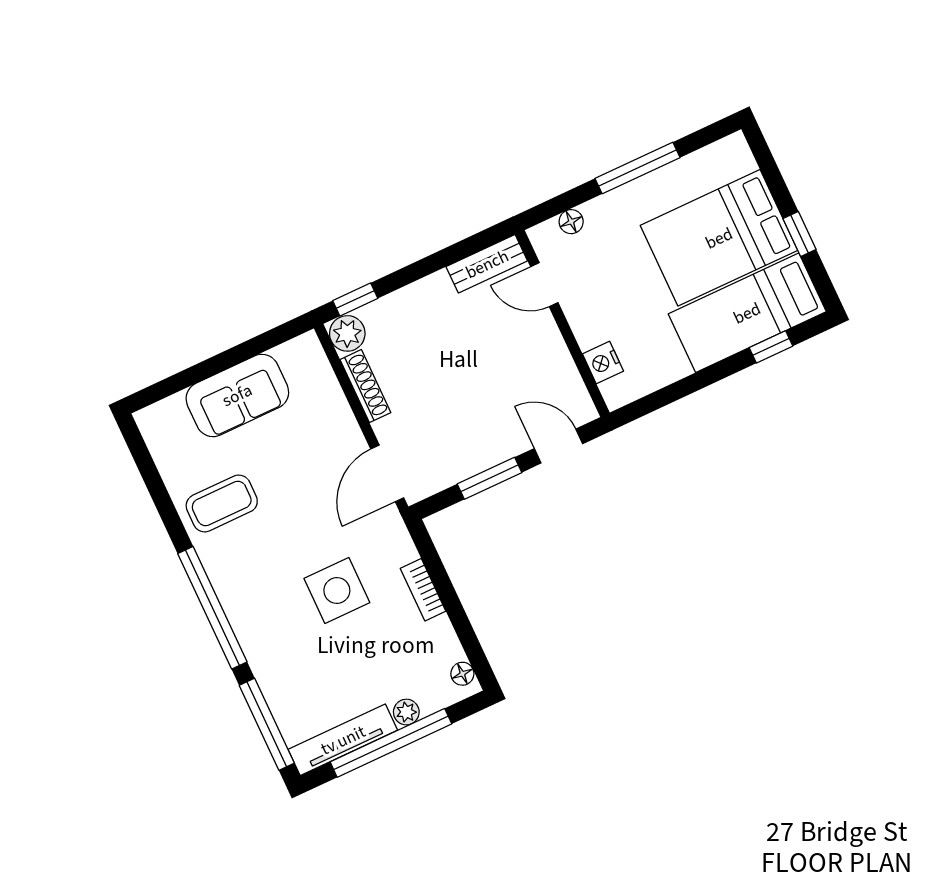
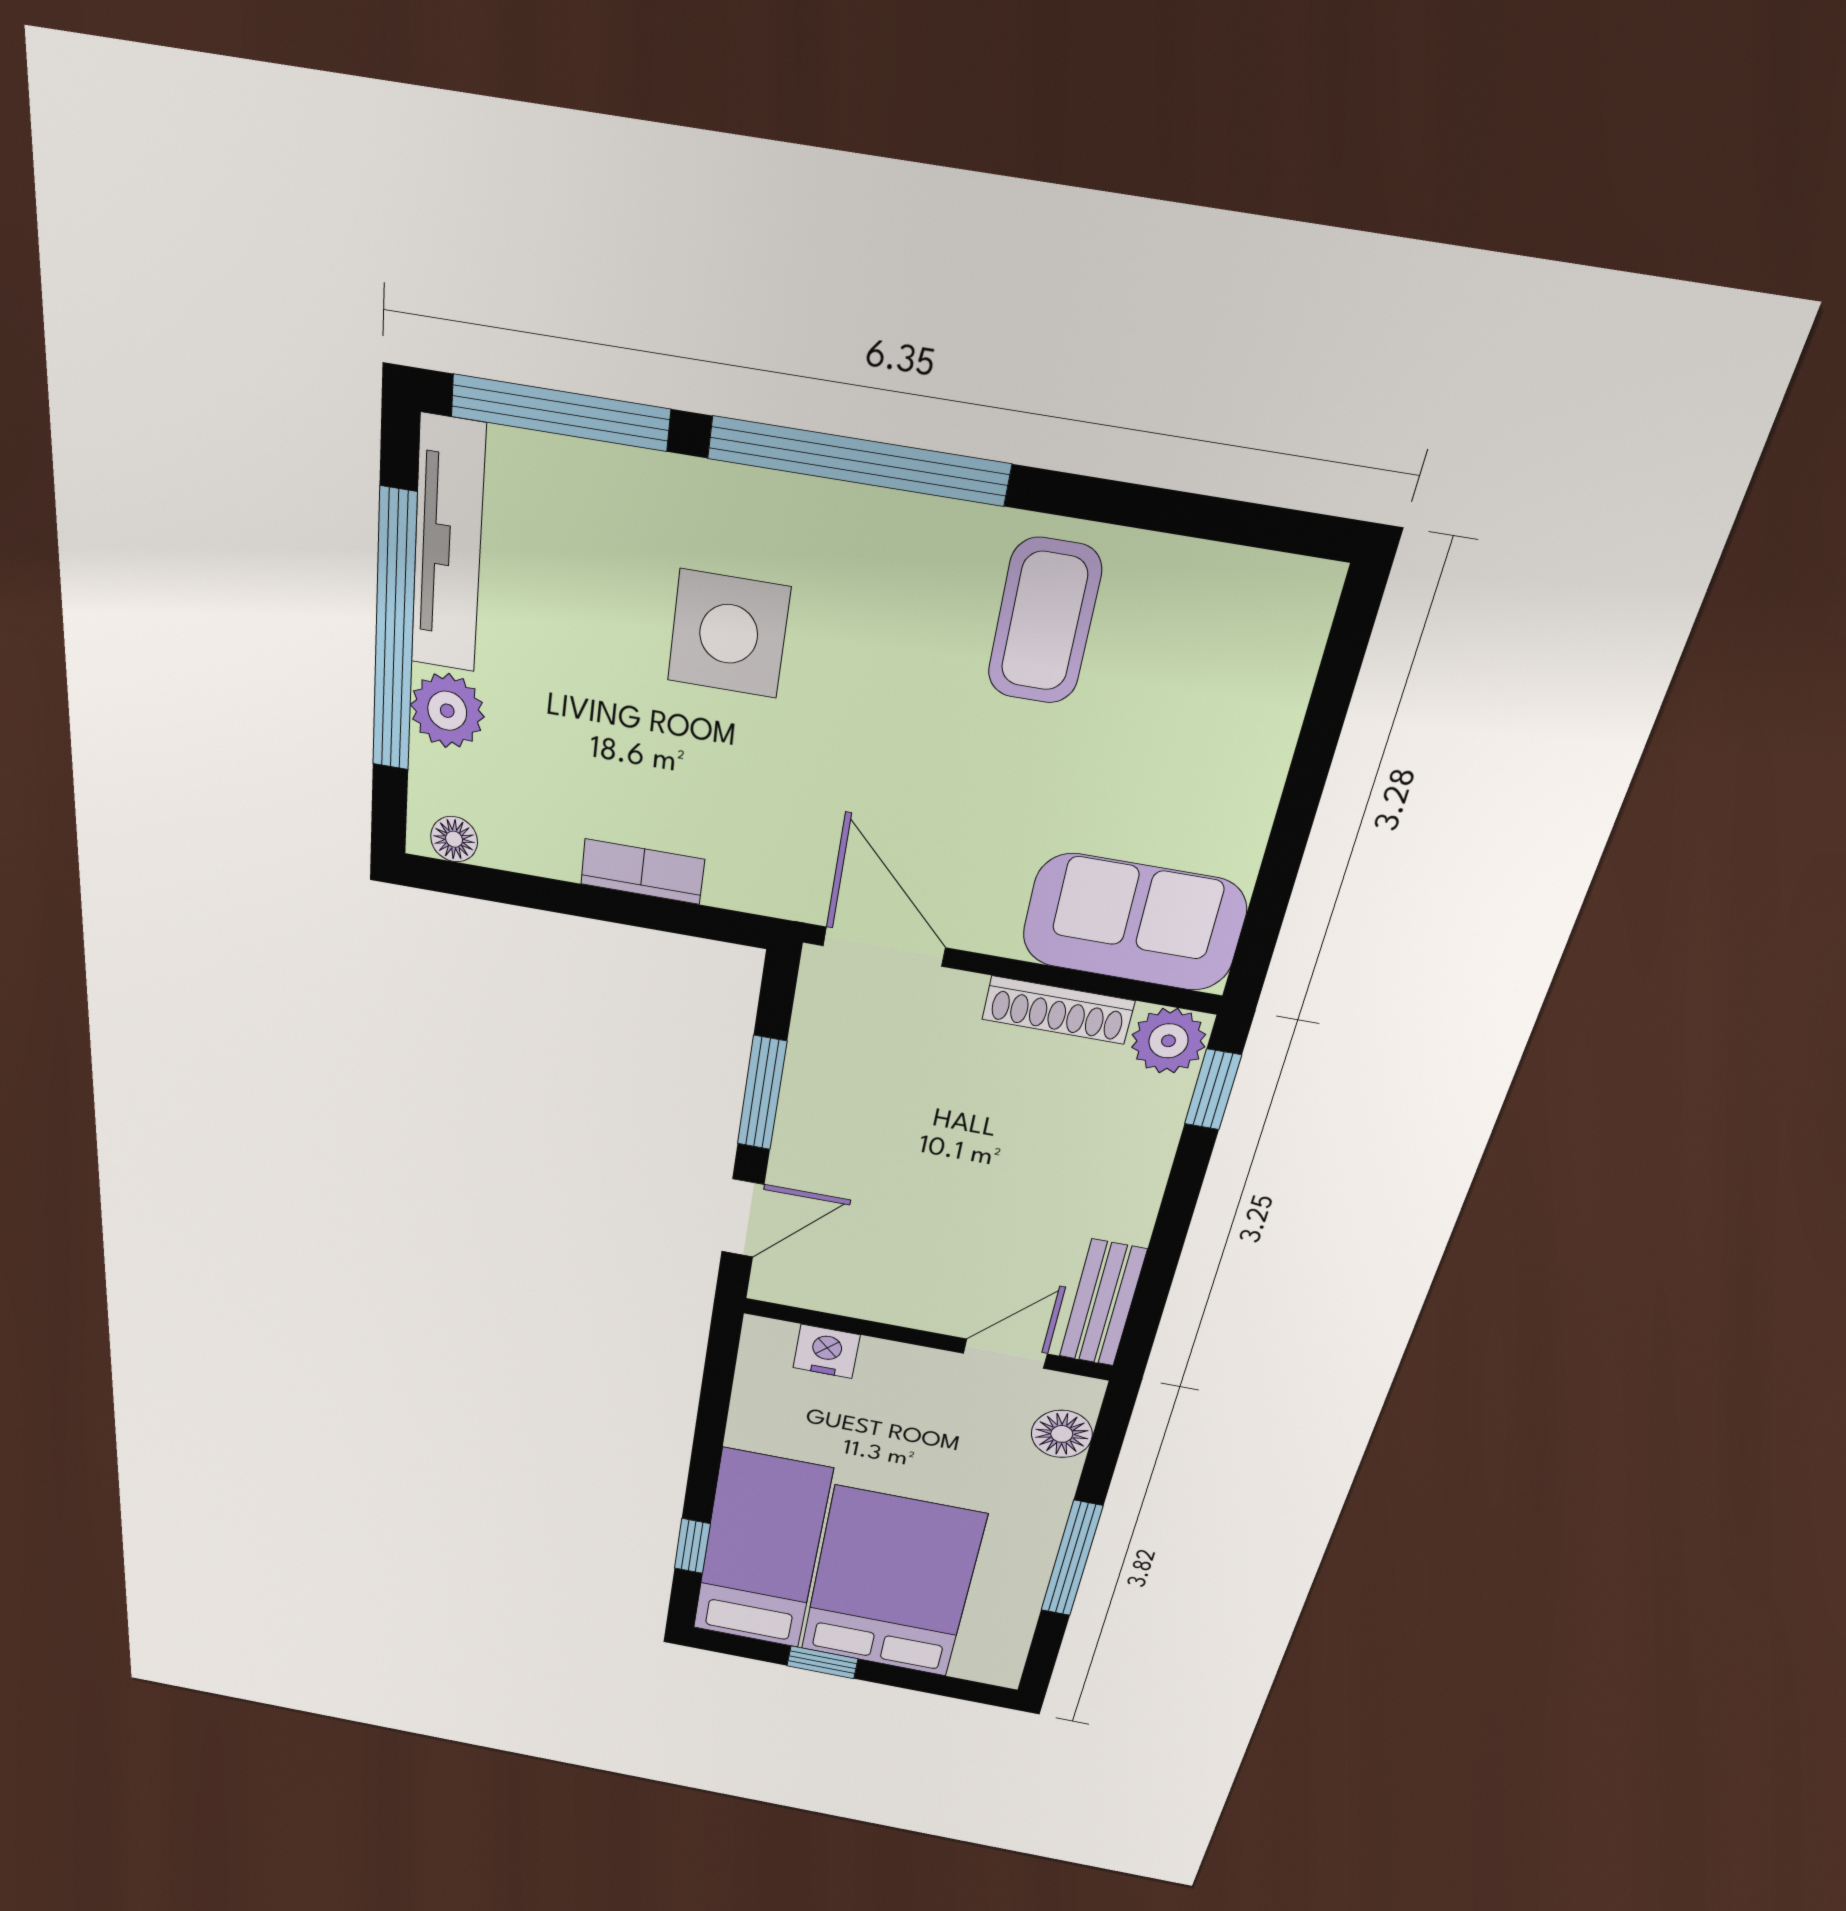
floor lamp: (571, 222) -> (1062, 1434), width x1.37, depth x1.37
sofa: (237, 395) -> (1134, 923), moved, turned 90
side table: (337, 591) -> (729, 634), moved
plant: (406, 712) -> (447, 711), width x1.38, depth x1.38

